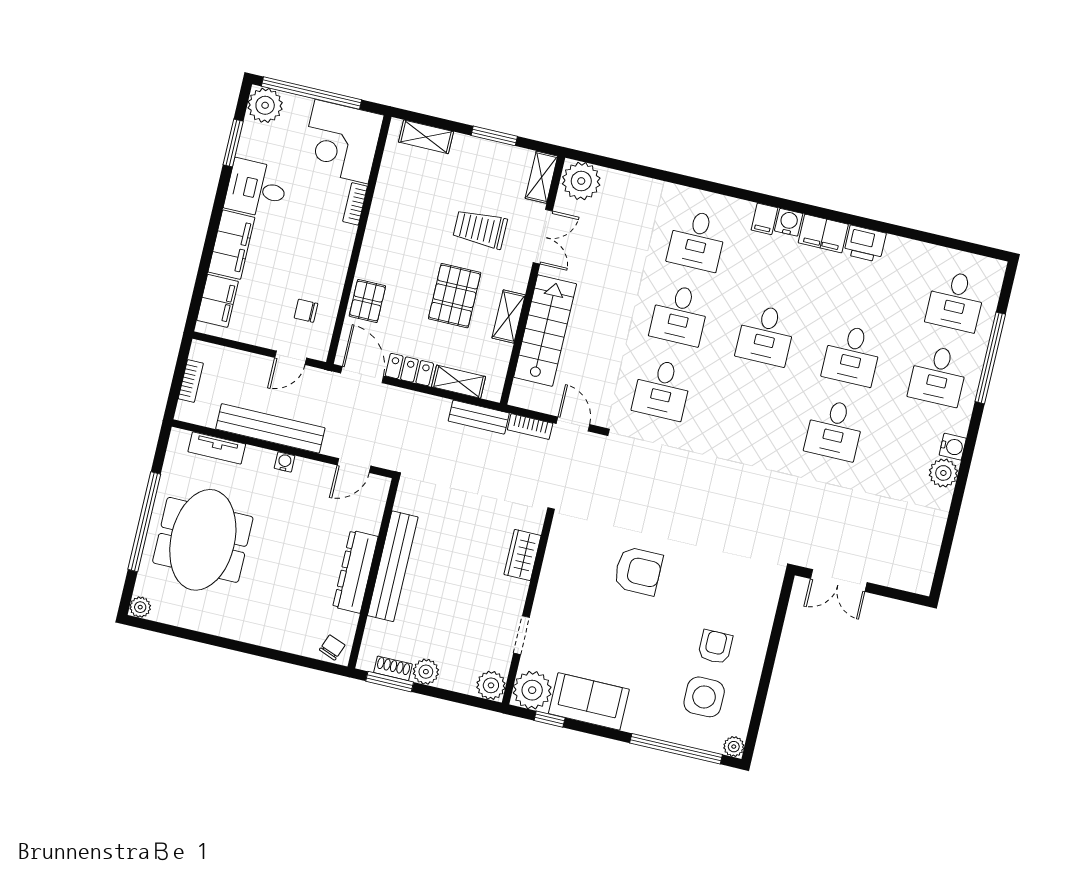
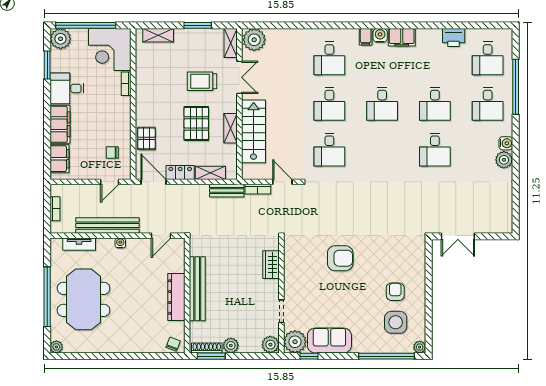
printer: (865, 244) -> (454, 37), moved
shoe rack: (393, 668) -> (207, 348), width x1.43

